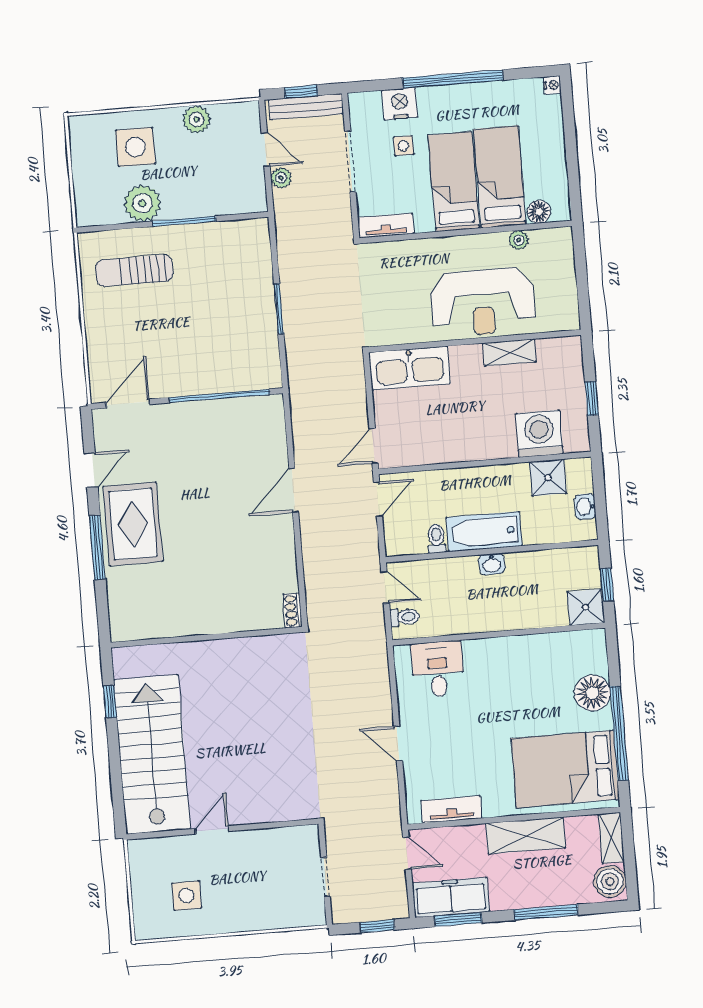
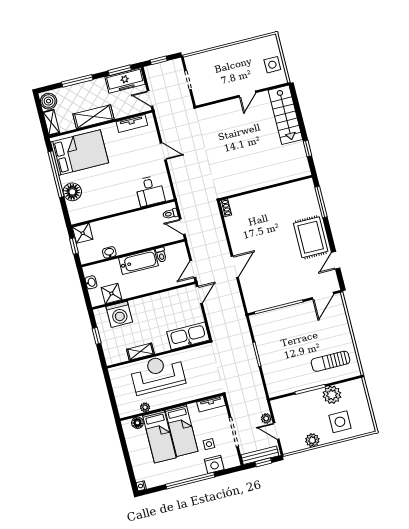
sun lounger: (134, 271) -> (330, 361), turned 180
window: (97, 547) -> (321, 202), moved
washbasin: (492, 564) -> (109, 252), moved
stairs: (152, 755) -> (285, 115), width x0.73, depth x0.66
side table: (187, 896) -> (272, 65), moved

